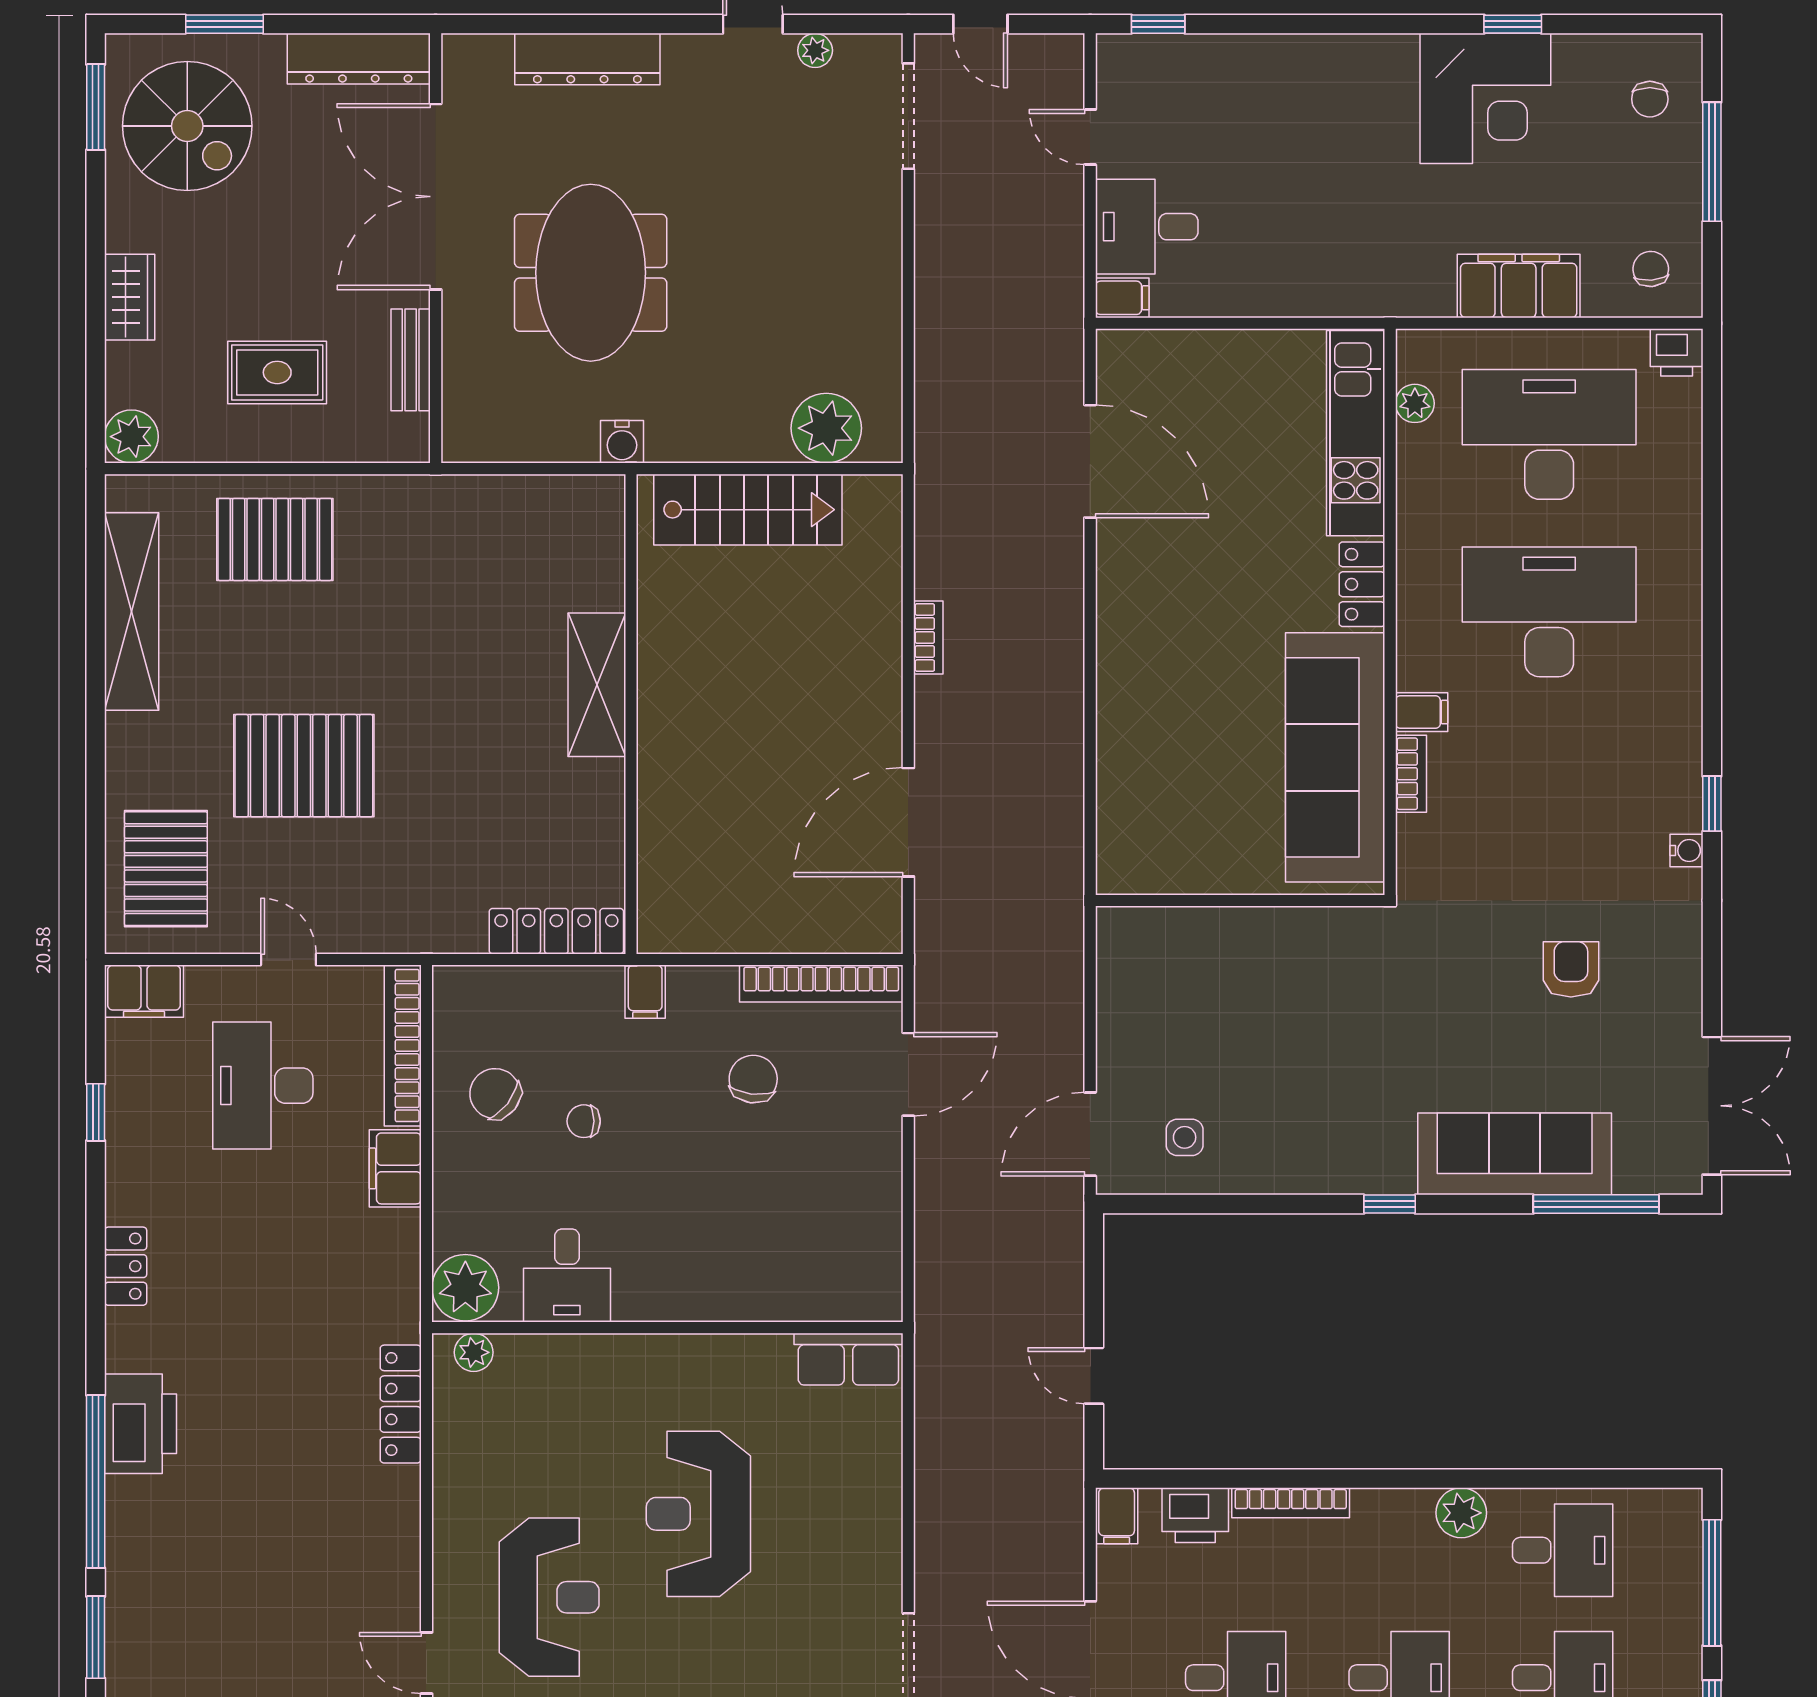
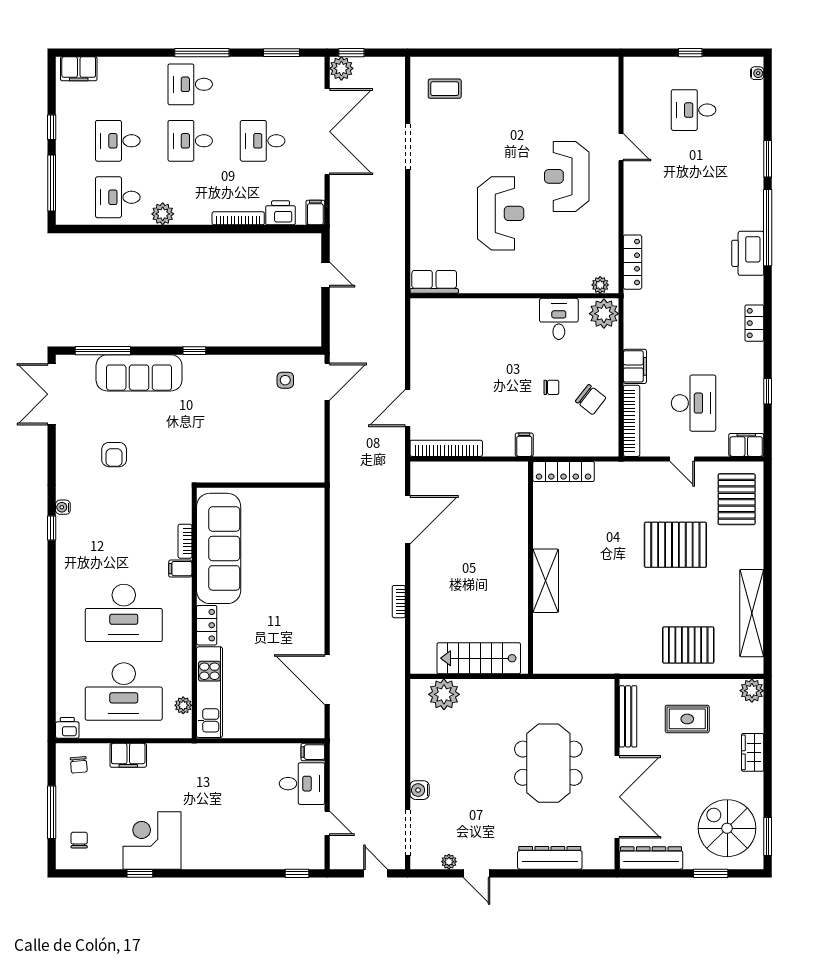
filing cabinet: (1519, 286) -> (128, 755), width x0.67, depth x0.86
bench: (411, 360) -> (628, 716), width x1.36
water cooler: (622, 442) -> (420, 790), moved, turned -90
chair: (753, 1079) -> (476, 406), removed

